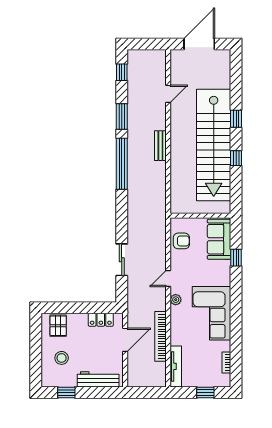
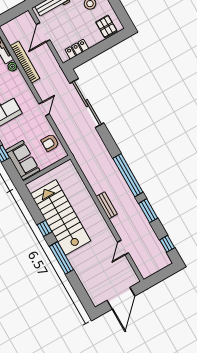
window: (236, 119) -> (61, 258), width x2.17
stairs: (214, 145) -> (61, 217), width x0.73
sliding door: (122, 260) -> (87, 103), width x1.86
plant: (176, 300) -> (12, 67), moved
door: (125, 340) -> (43, 32), moved

